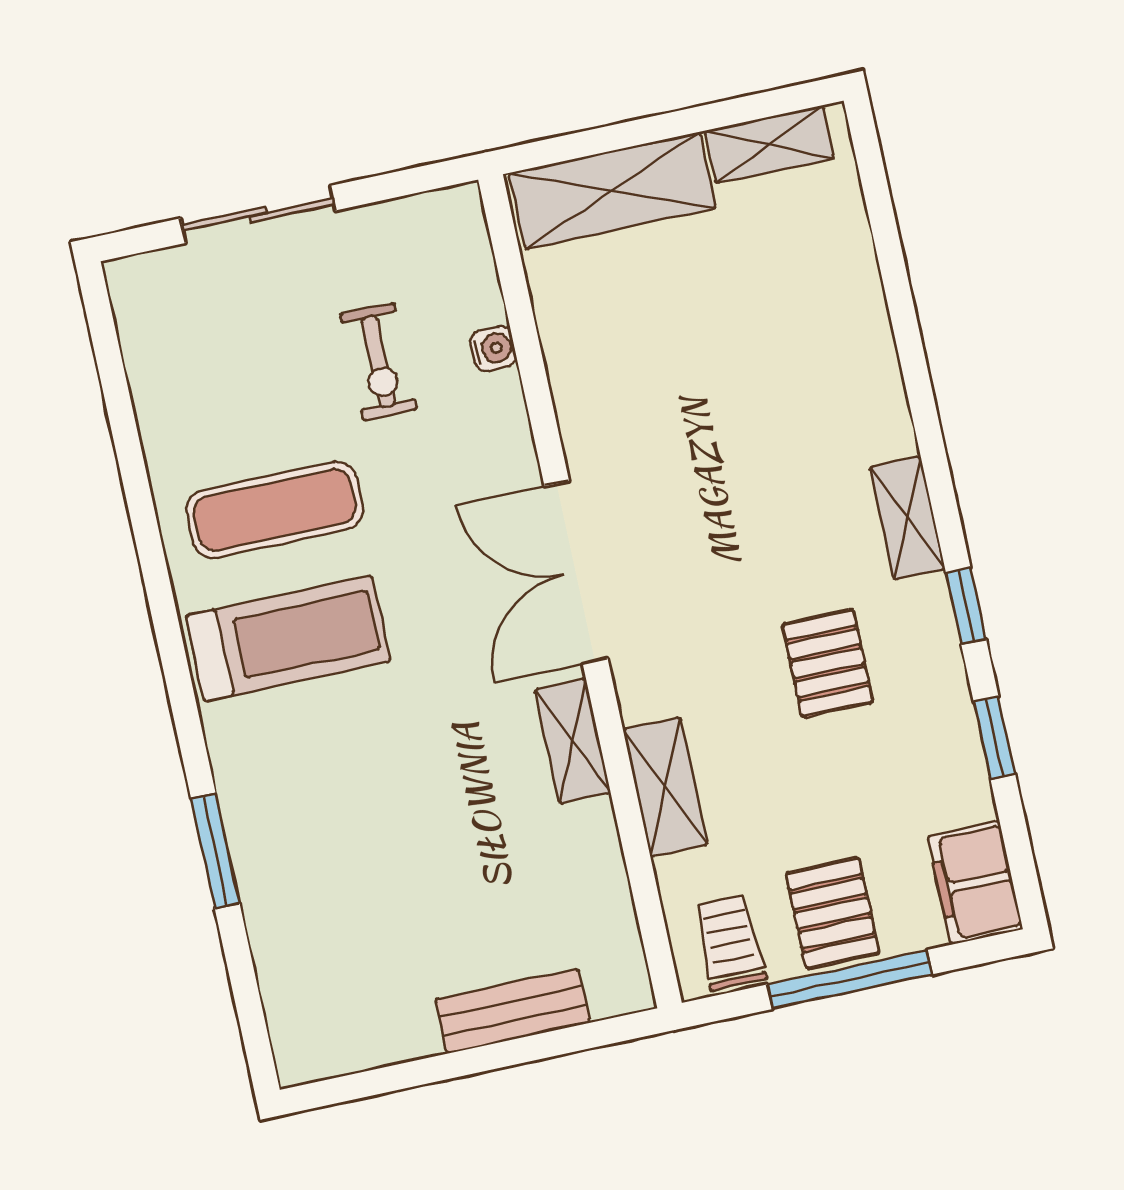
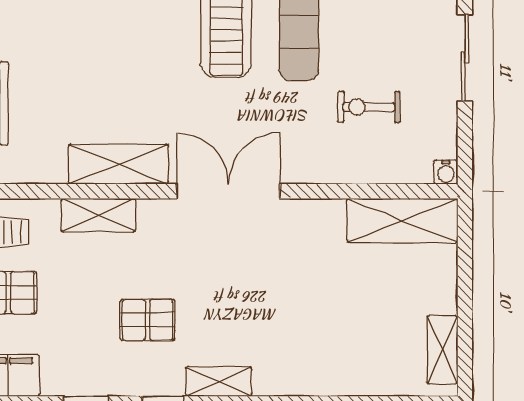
shelving: (612, 191) -> (402, 221), moved, turned 90
water cooler: (493, 348) -> (446, 172), moved
shelving: (573, 741) -> (118, 164), width x1.50, depth x1.33

